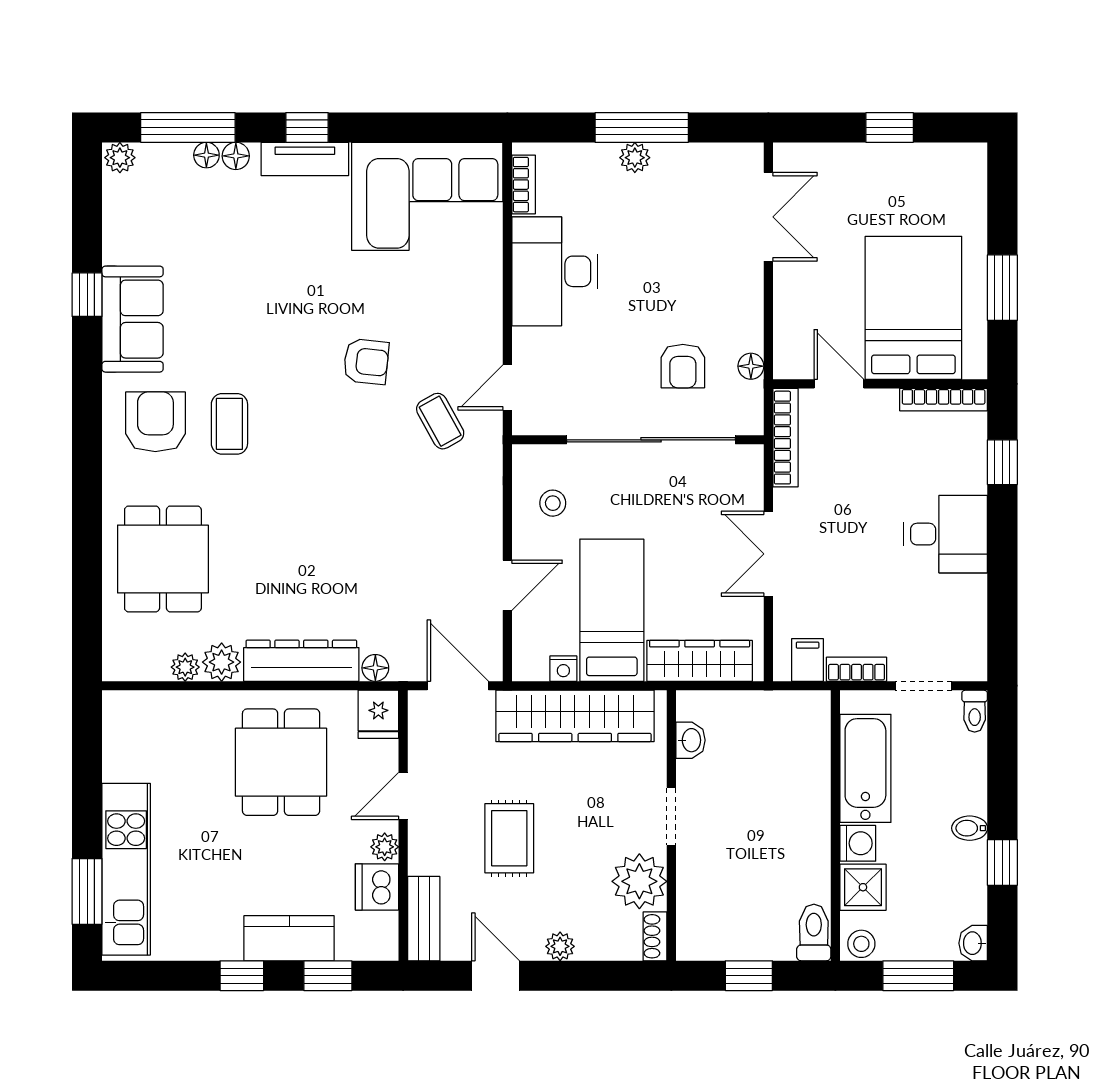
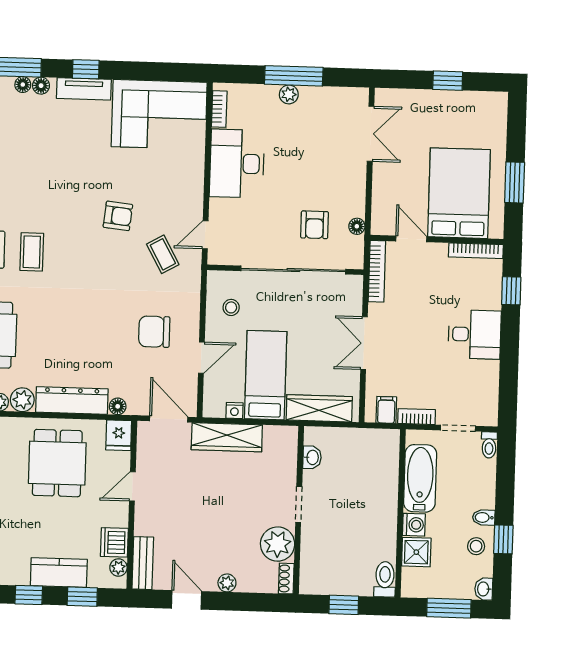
chair: (430, 546) -> (154, 332), added
wardrobe: (575, 716) -> (227, 437), width x0.71, depth x0.85
rug: (509, 838) -> (198, 515), removed
plant: (385, 847) -> (118, 567), moved
stool: (861, 944) -> (476, 546), moved

